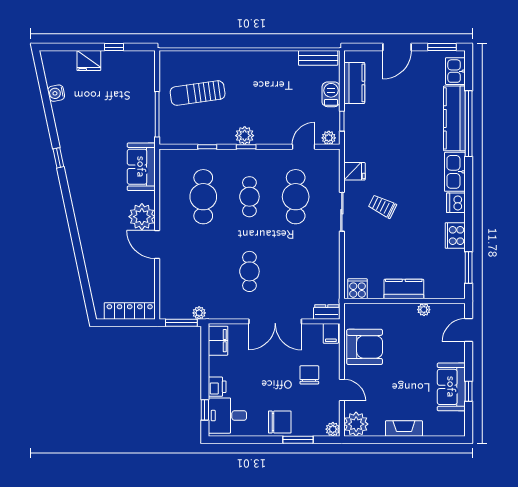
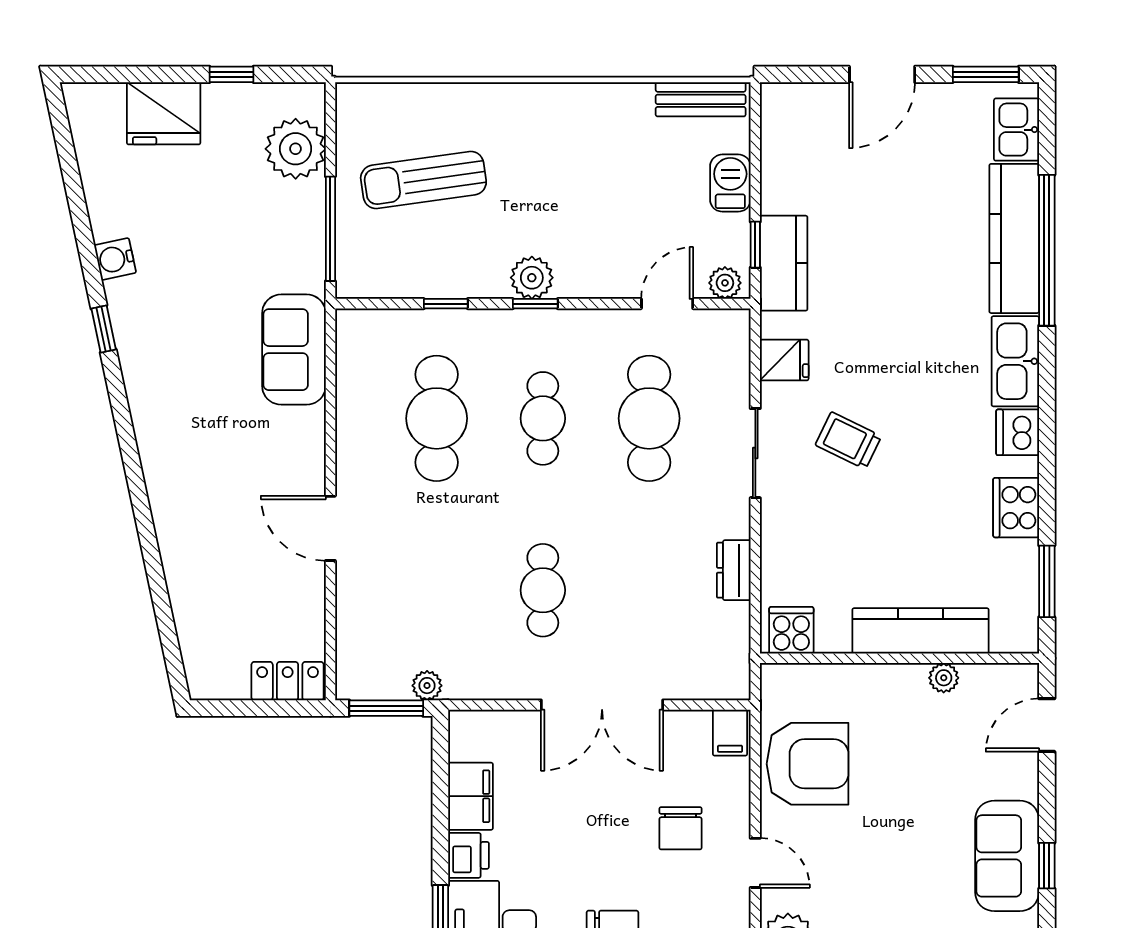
fridge: (89, 61) -> (164, 113), width x1.36, depth x1.34
kitchen counter: (354, 83) -> (784, 263), moved
water cooler: (56, 93) -> (115, 259), moved
plant: (142, 217) -> (296, 149), moved
kitchen counter: (404, 289) -> (920, 631), width x1.50
locker: (130, 311) -> (288, 681), width x0.66
dresser: (327, 312) -> (734, 570), moved, turned -90
filing cabinet: (218, 341) -> (471, 796), moved
chair: (309, 375) -> (681, 828), turned 180

